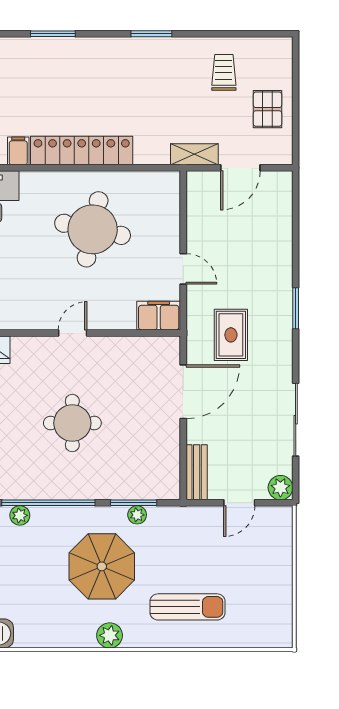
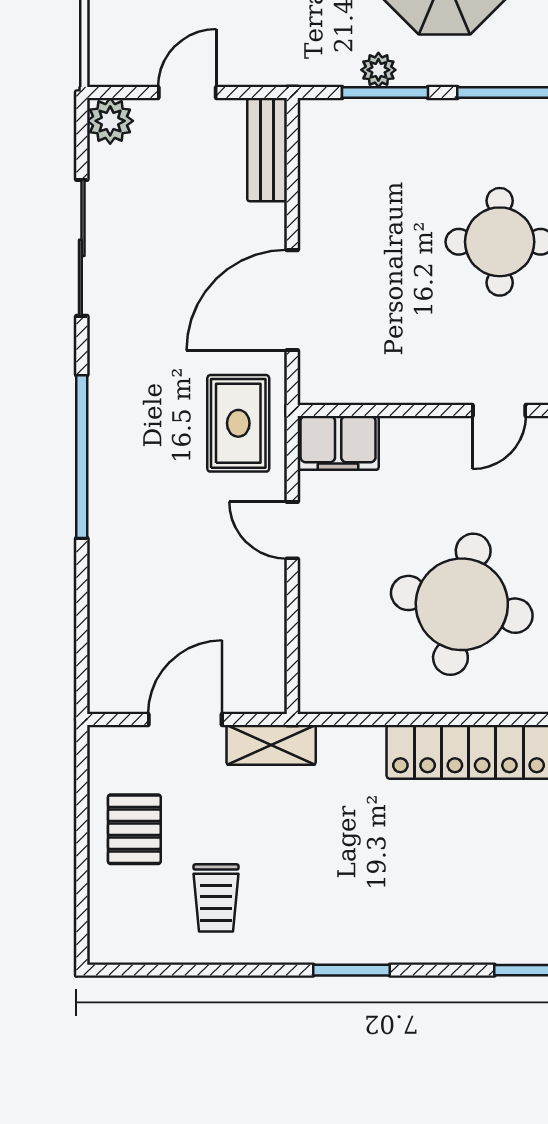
window: (296, 308) -> (82, 457), width x2.11
rug: (231, 335) -> (238, 423), moved

